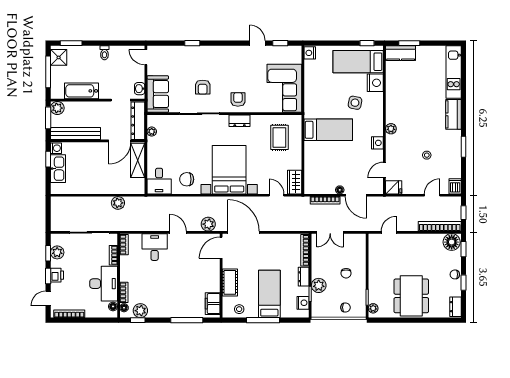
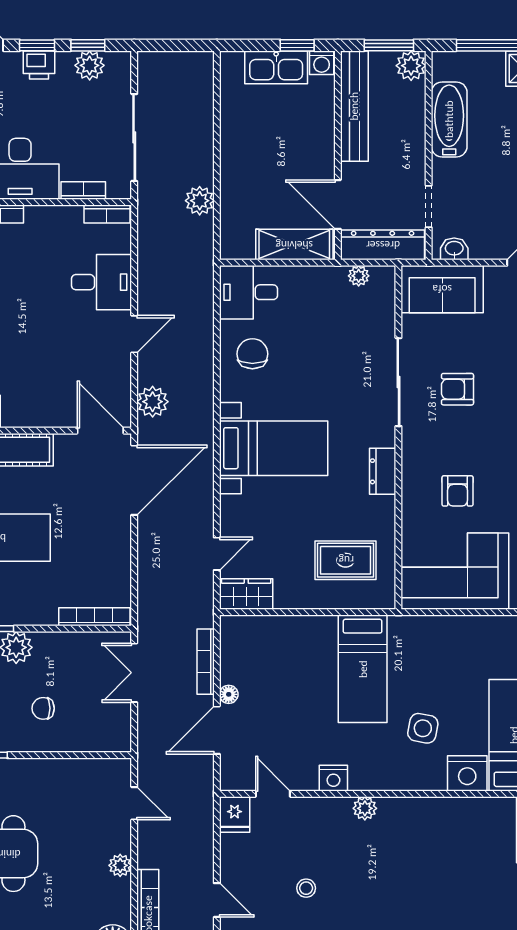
armchair: (238, 99) -> (458, 491), moved, turned 90
bed with nightstands: (229, 170) -> (274, 448), width x0.73
plant: (417, 239) -> (120, 865), added
dresser: (304, 277) -> (36, 614), removed

